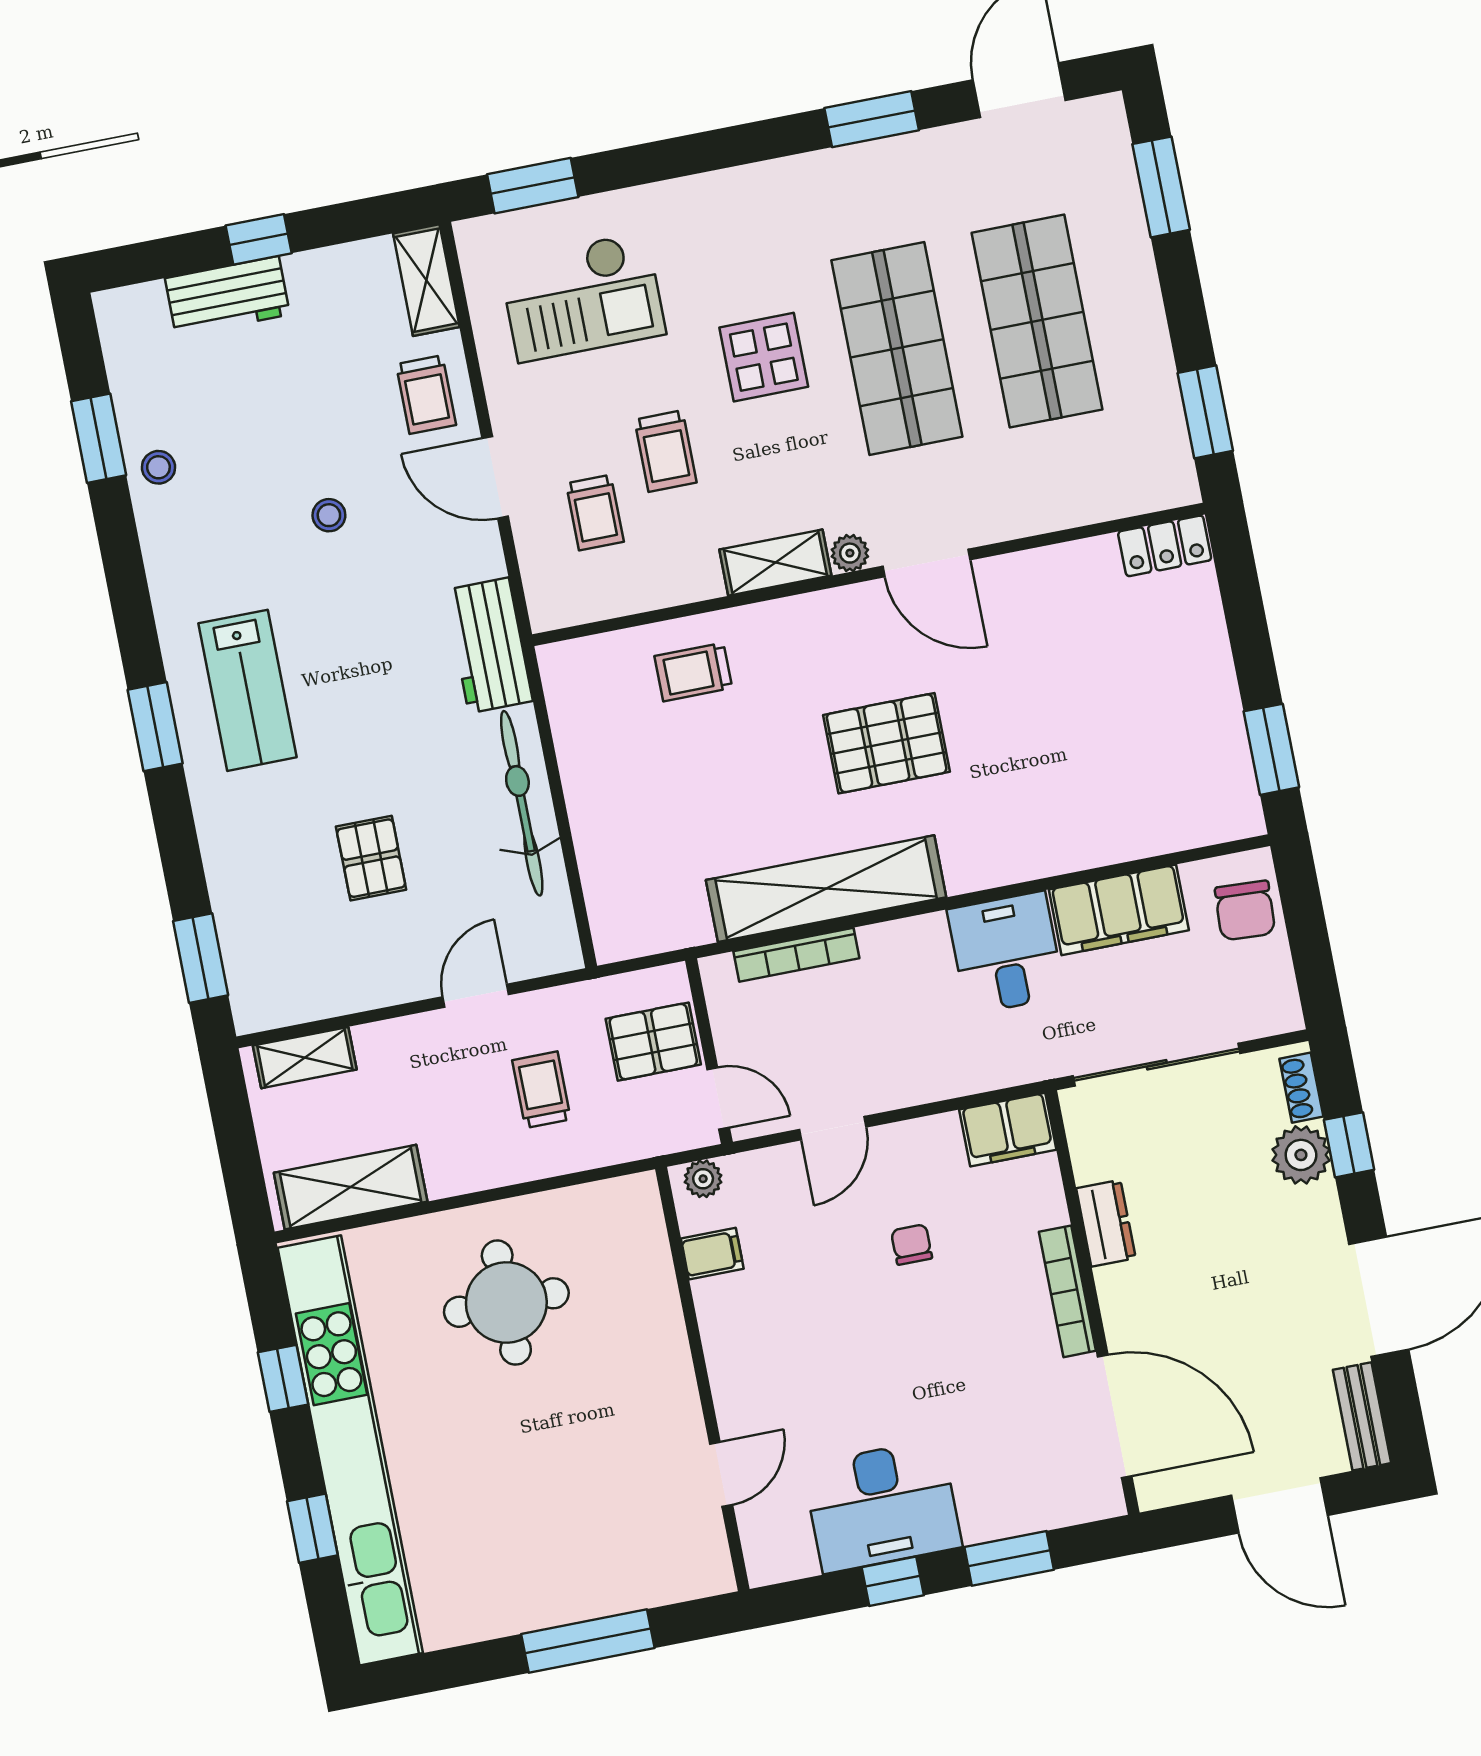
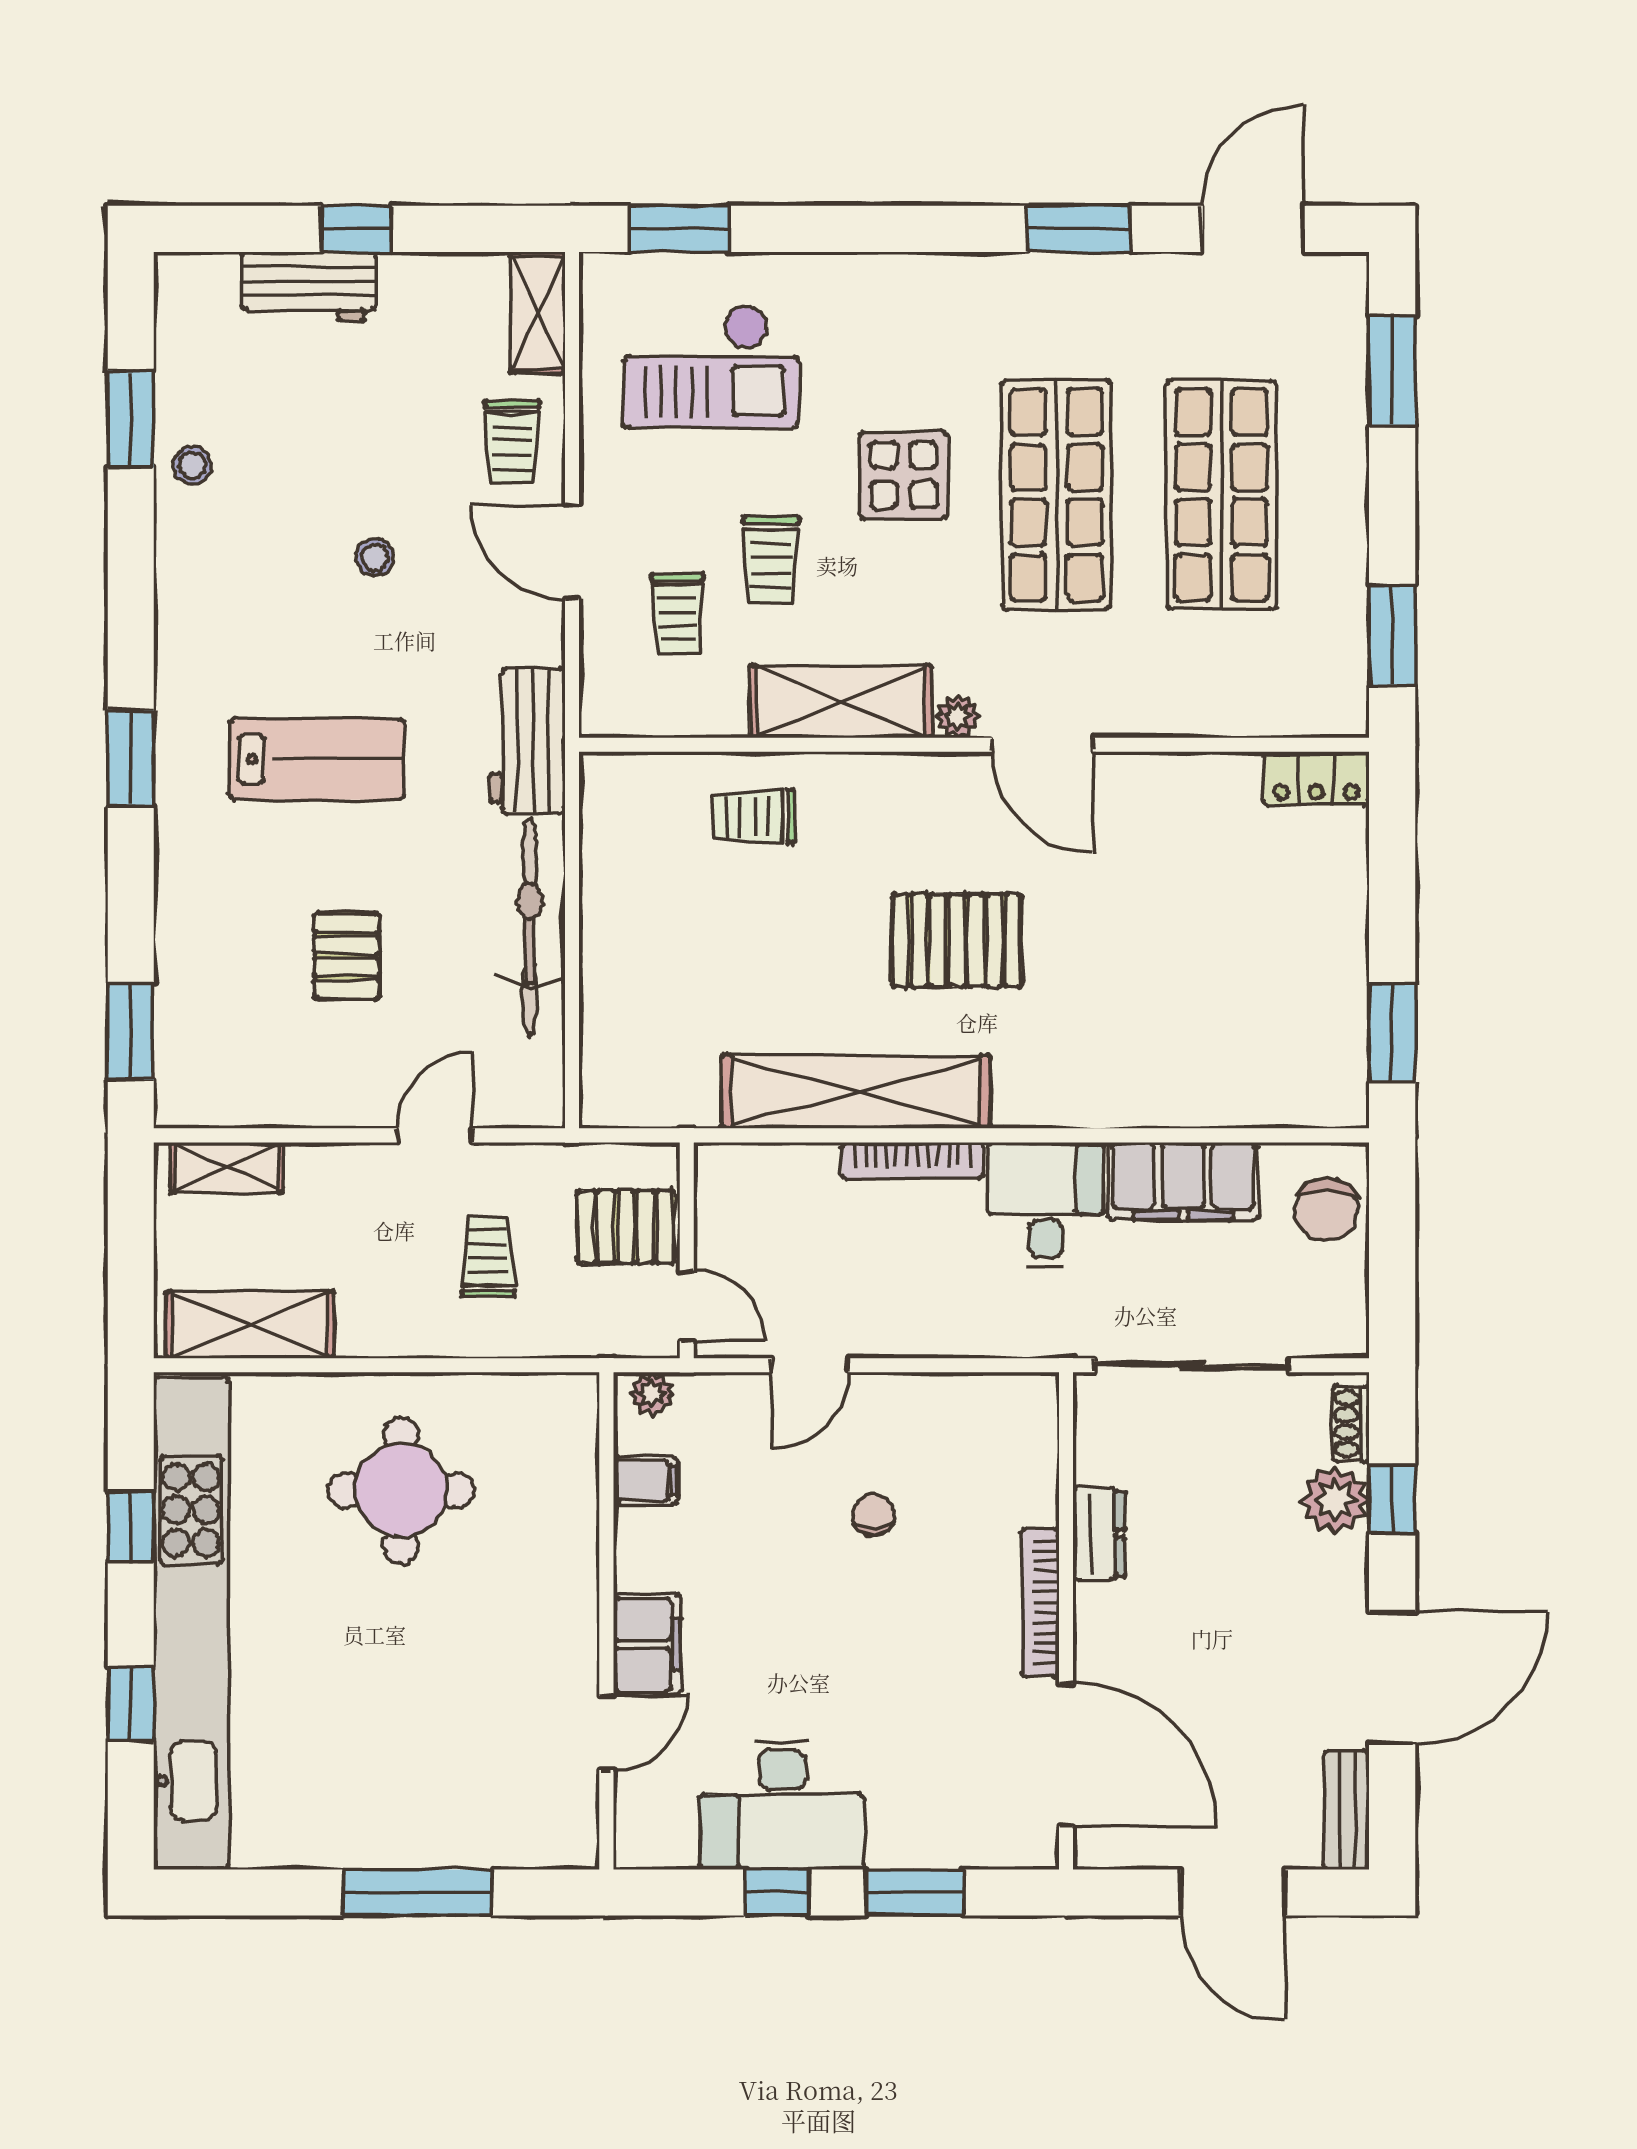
shelving: (775, 563) -> (841, 701), width x1.50, depth x1.33
lab bench: (247, 690) -> (317, 759), moved, turned -90
bookcase: (796, 955) -> (913, 1160), moved
filing cabinet: (1008, 1130) -> (647, 1644), moved, turned -90

